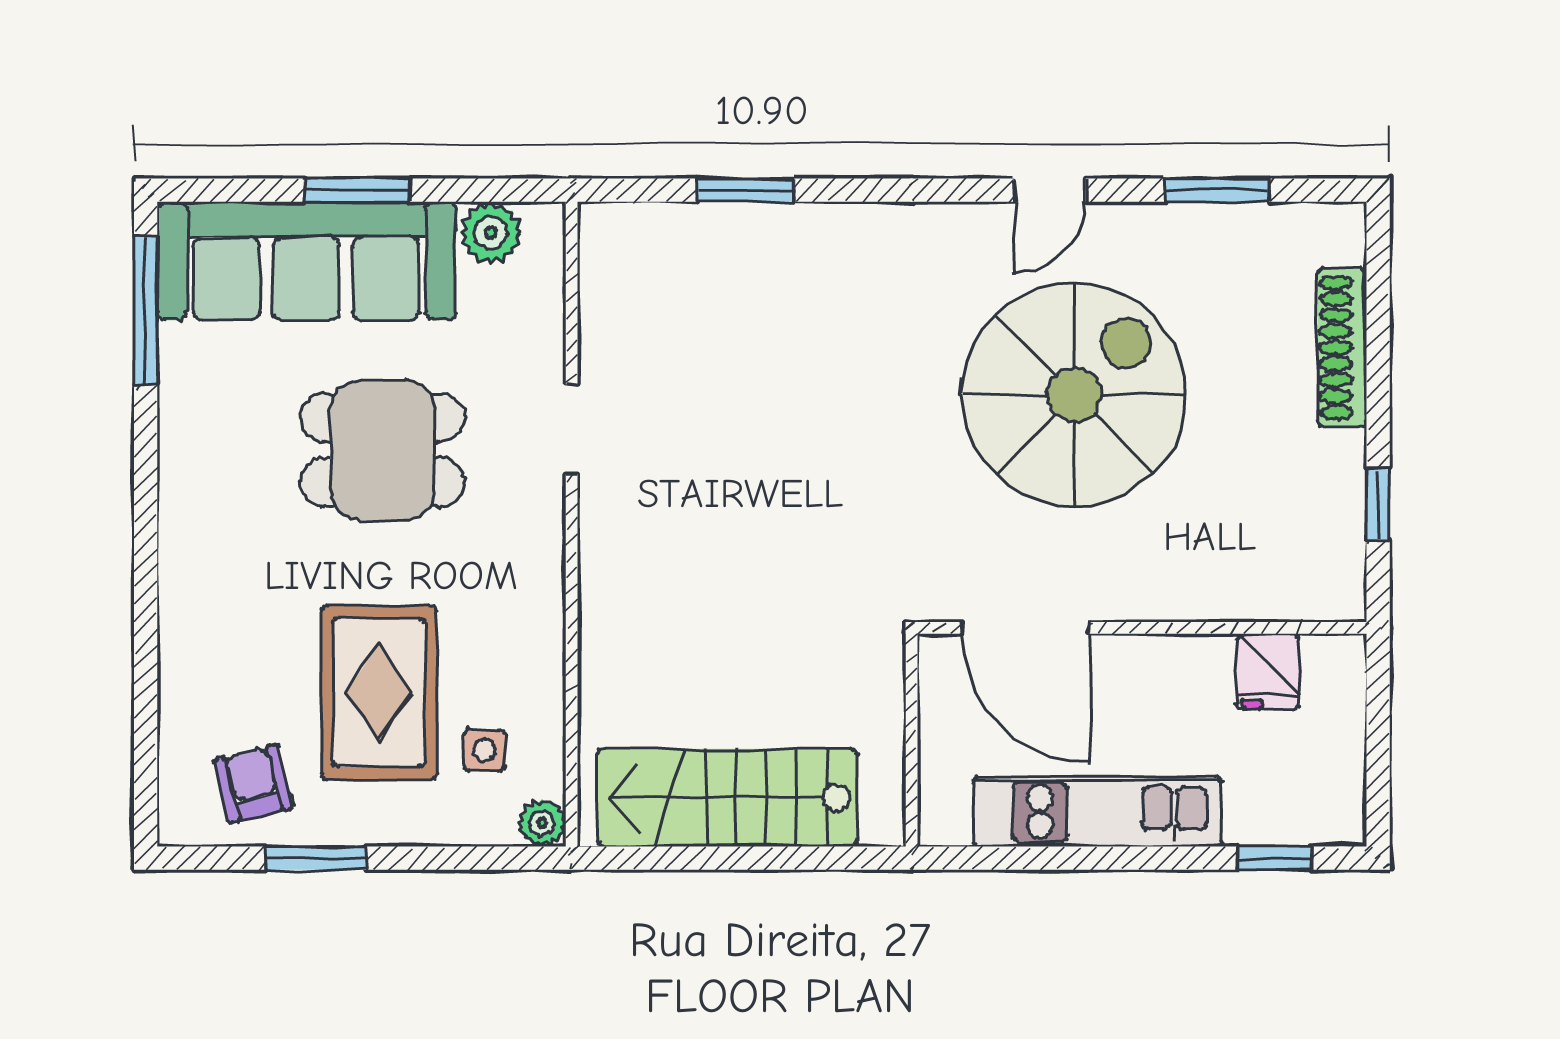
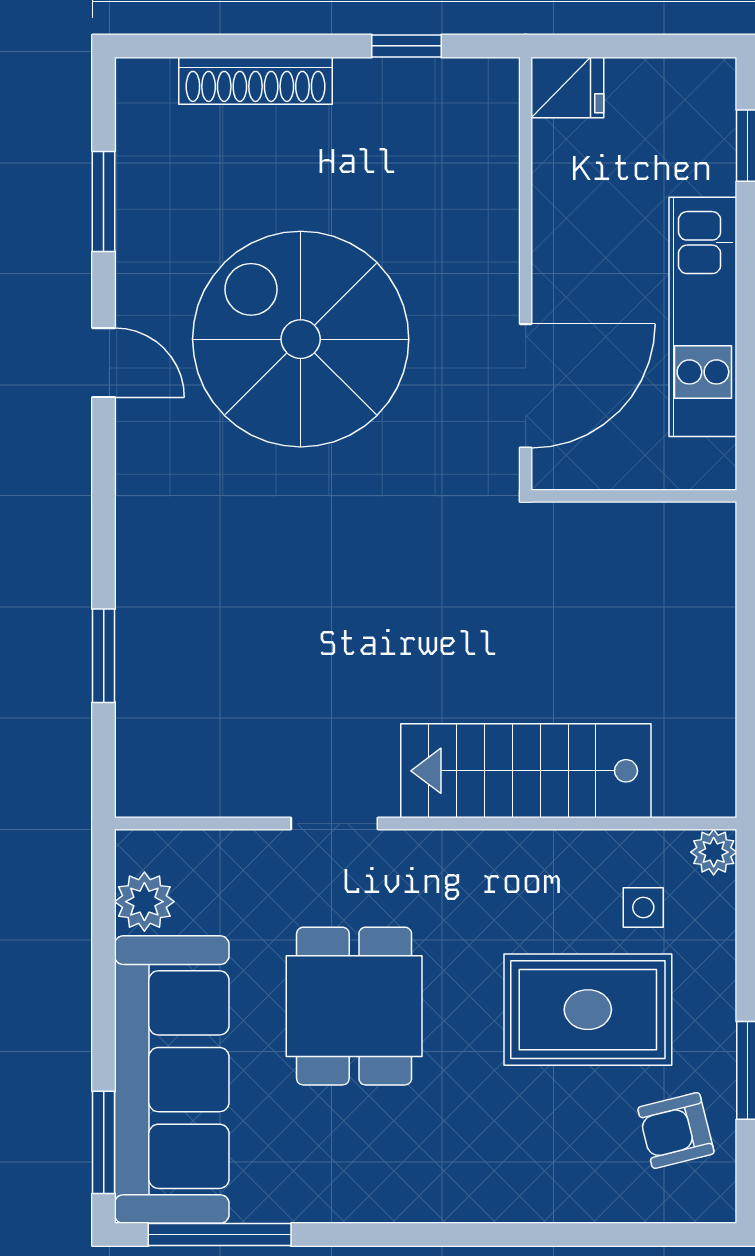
window: (357, 190) -> (104, 1142), moved
fridge: (1268, 671) -> (567, 87), moved
stairs: (727, 798) -> (526, 771), moved, turned 90

